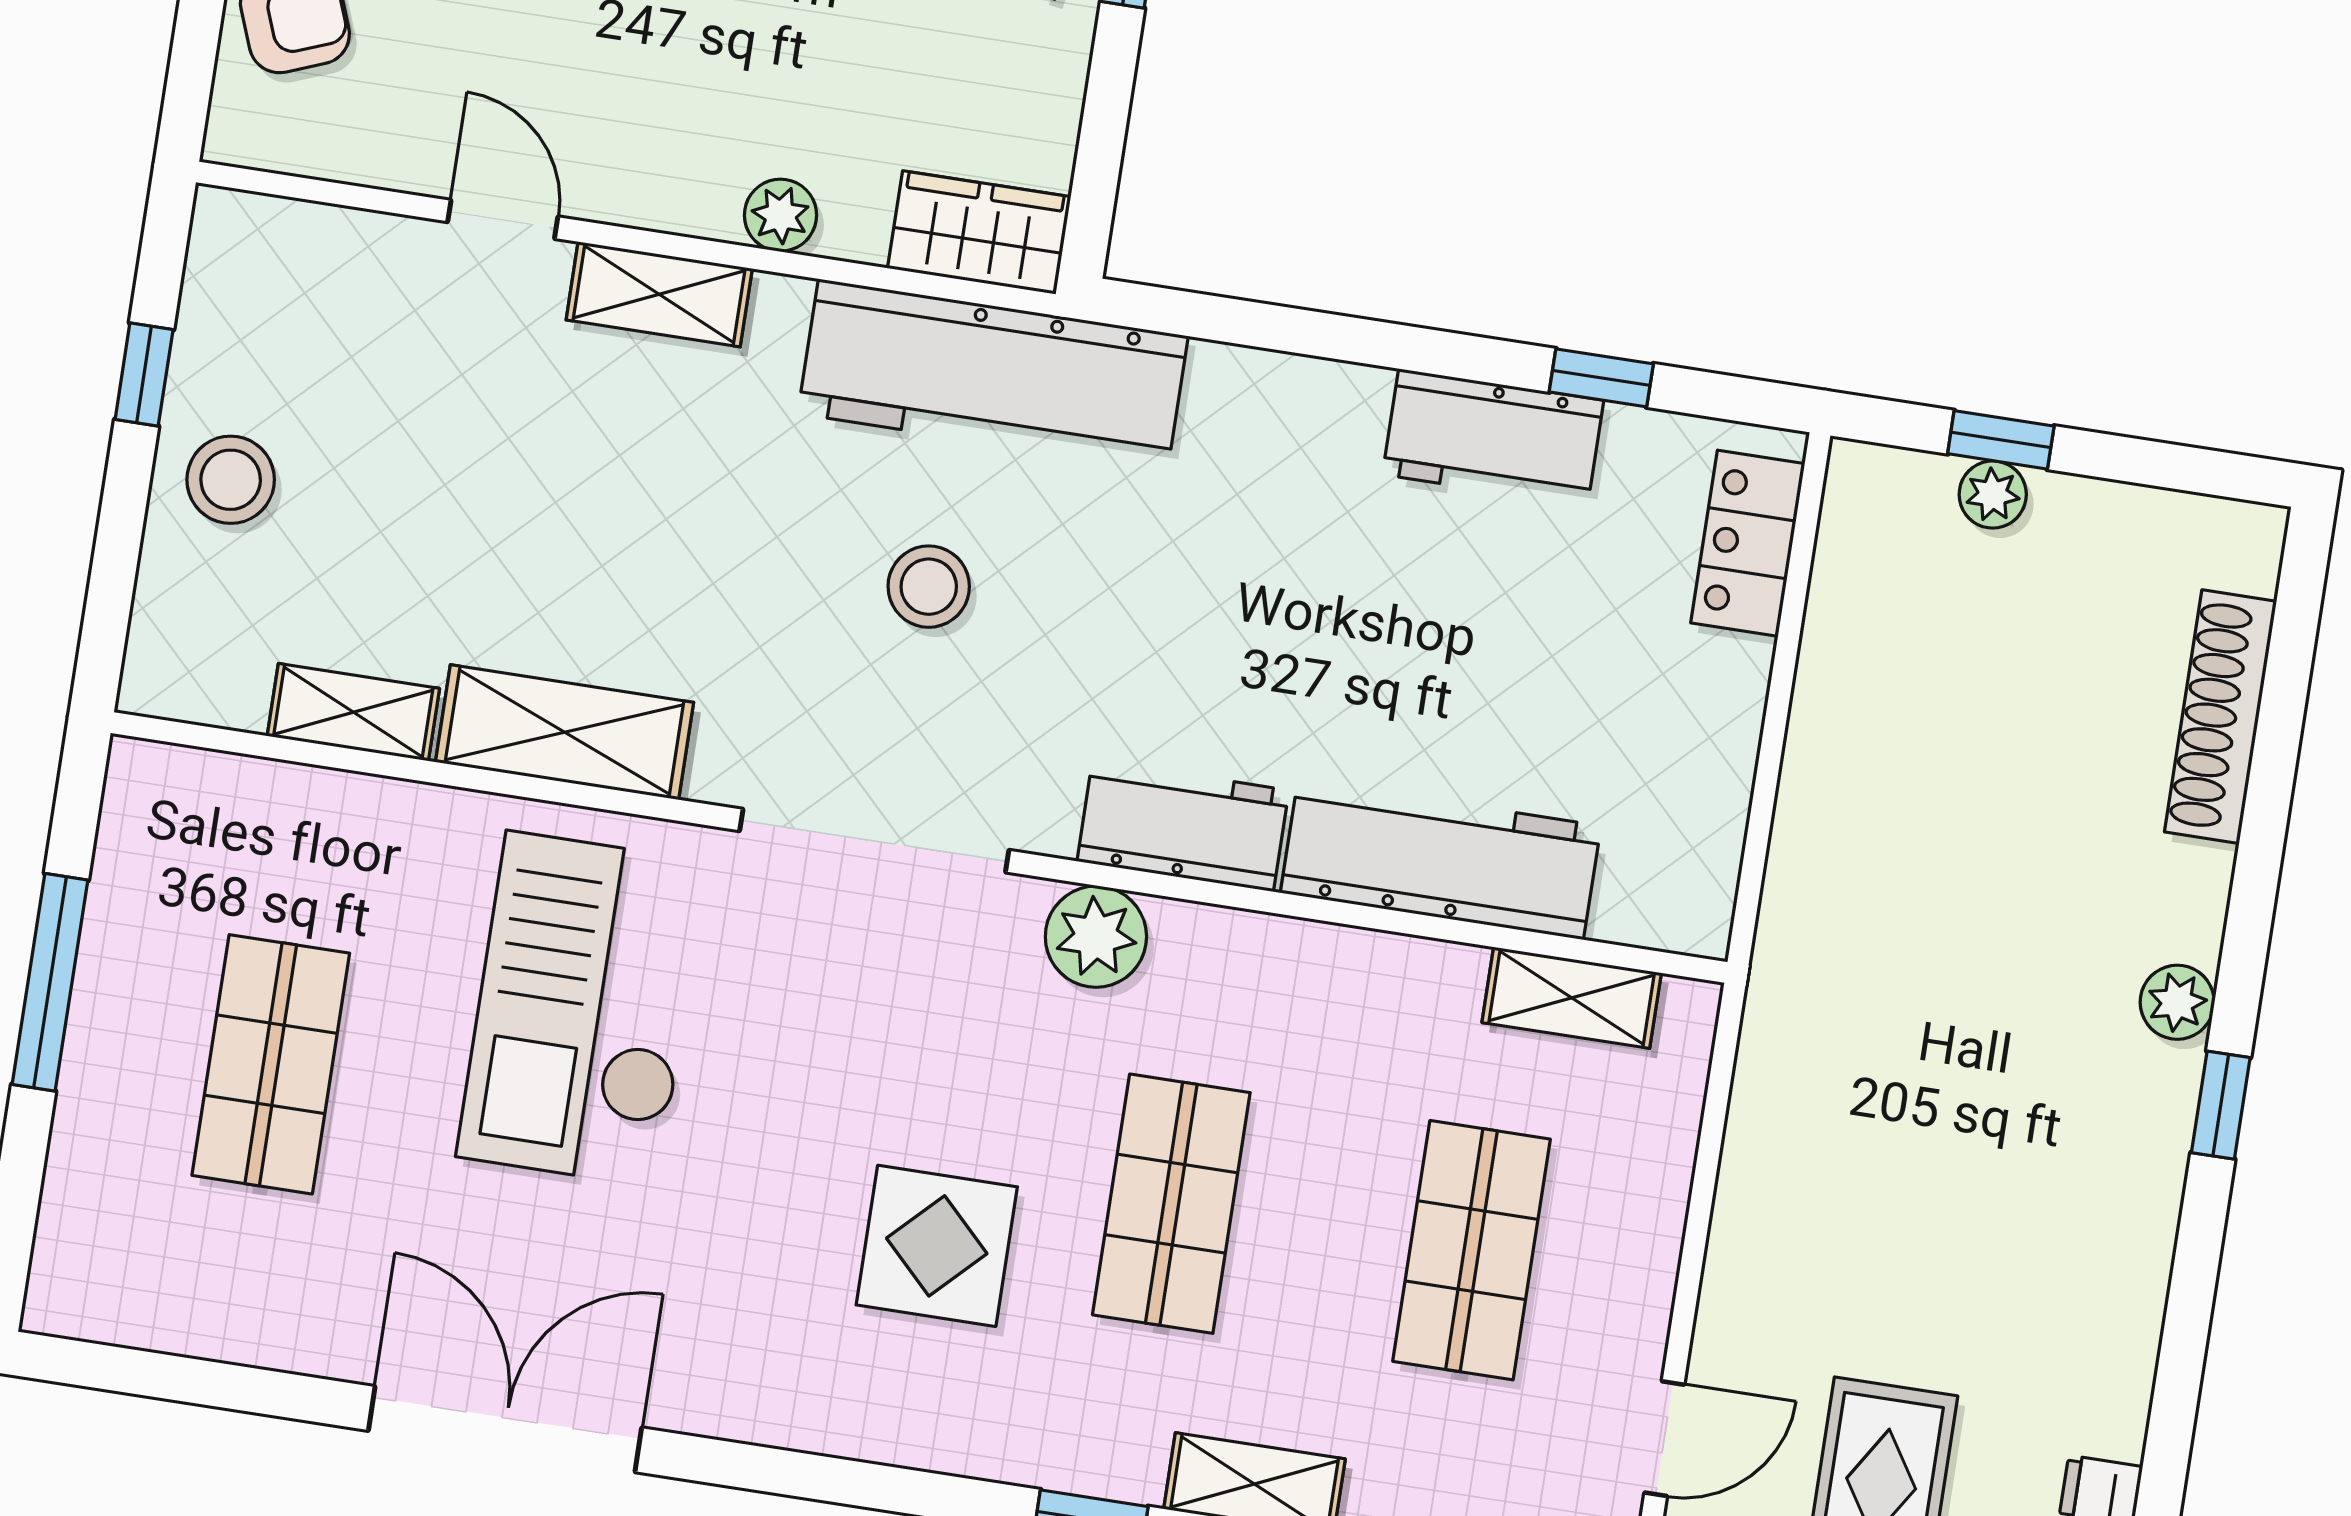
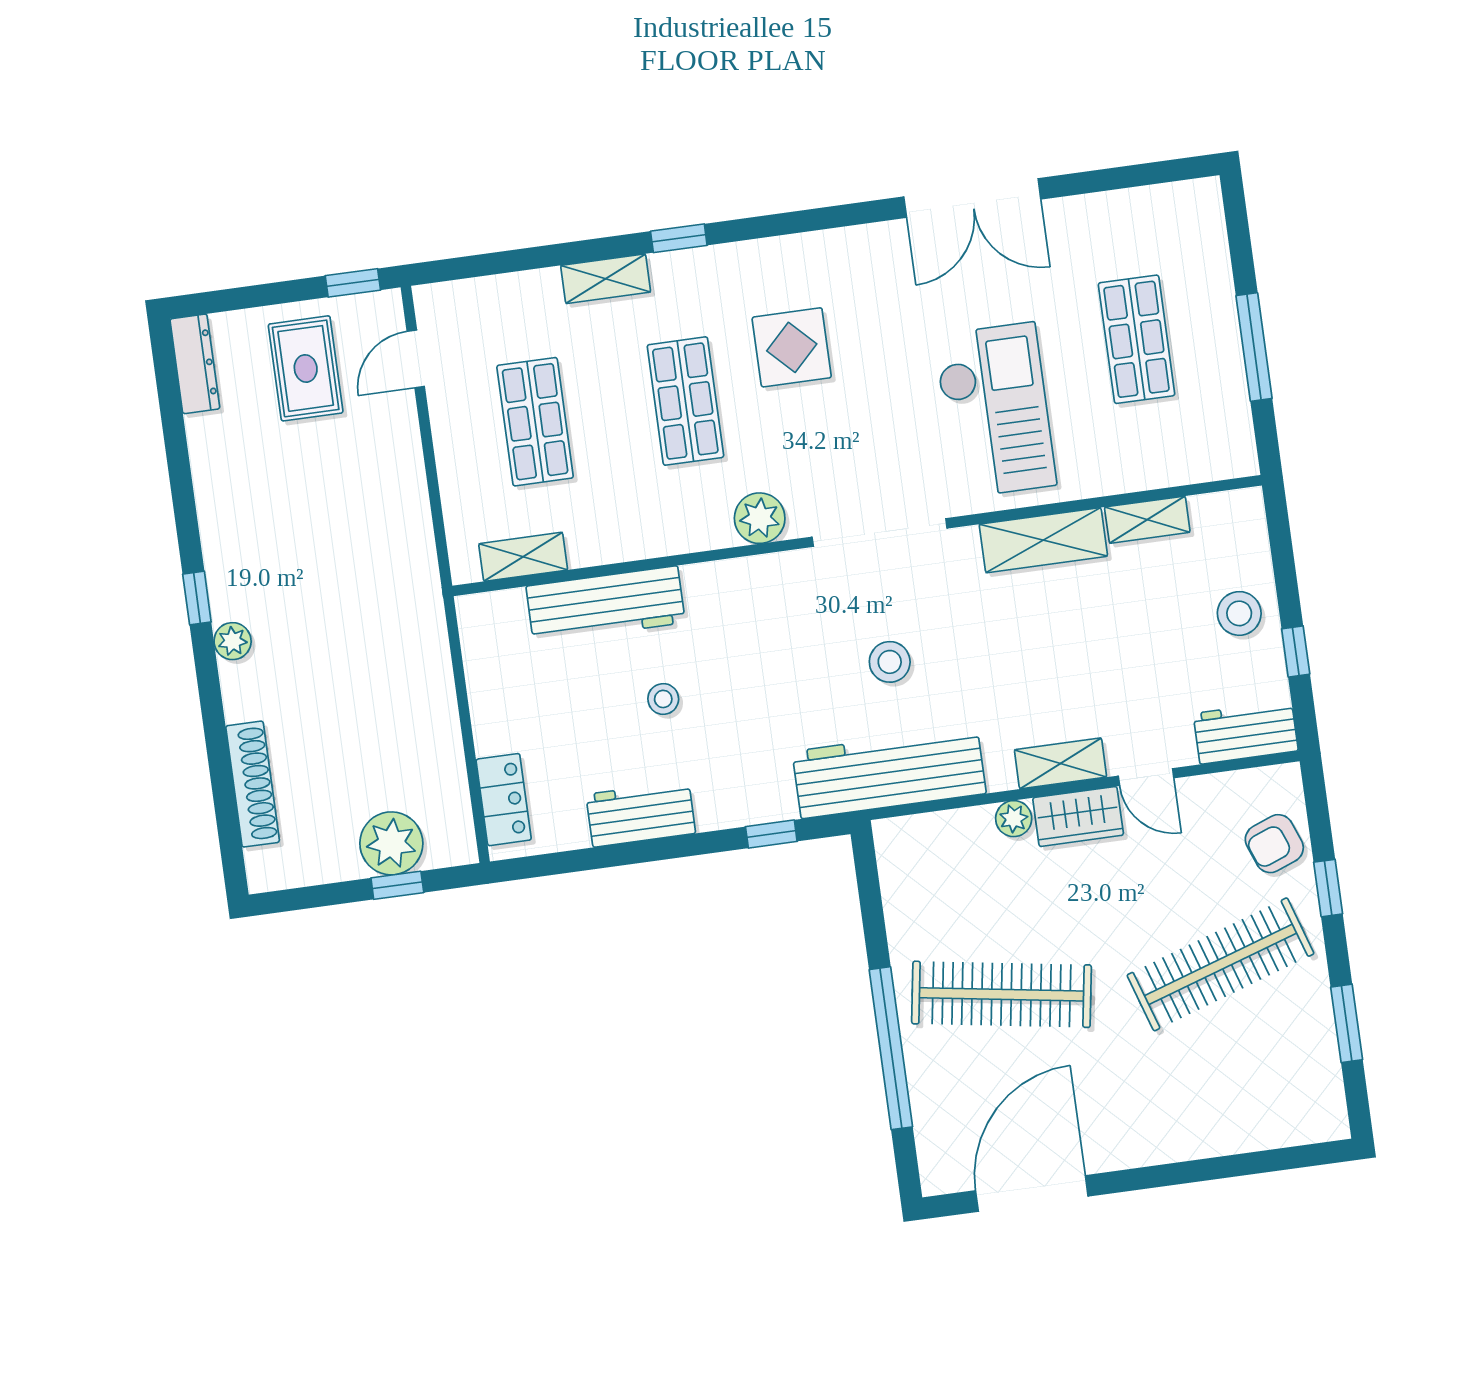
wardrobe: (979, 233) -> (1078, 816), moved
window: (1601, 378) -> (771, 834), moved
plant: (1993, 495) -> (391, 843), width x1.87, depth x1.87
stool: (1384, 645) -> (663, 699), added
workbench: (1183, 826) -> (1246, 732), moved, turned 180

